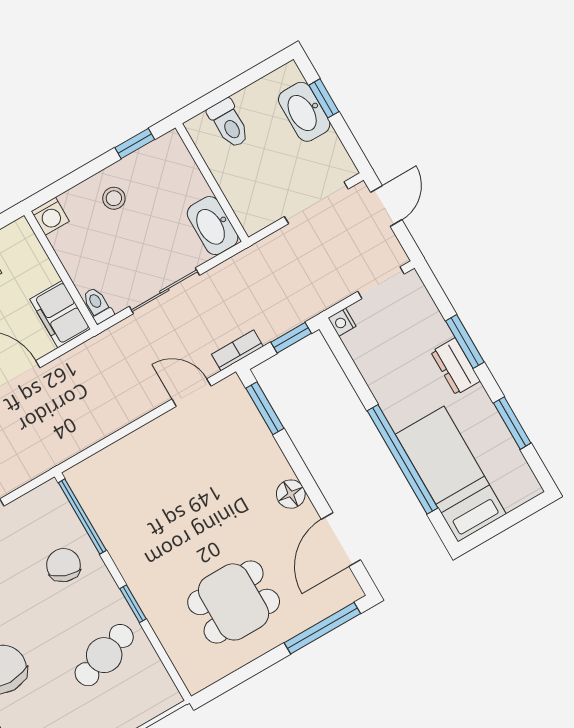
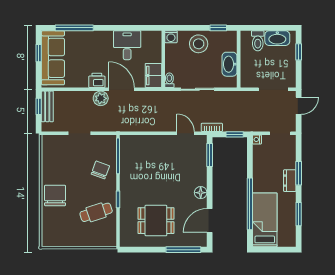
washbasin: (304, 112) -> (277, 38), moved, turned -90
stool: (114, 198) -> (199, 44), width x1.89, depth x1.89
washbasin: (213, 226) -> (230, 64), moved

